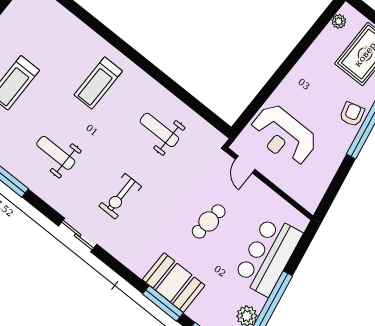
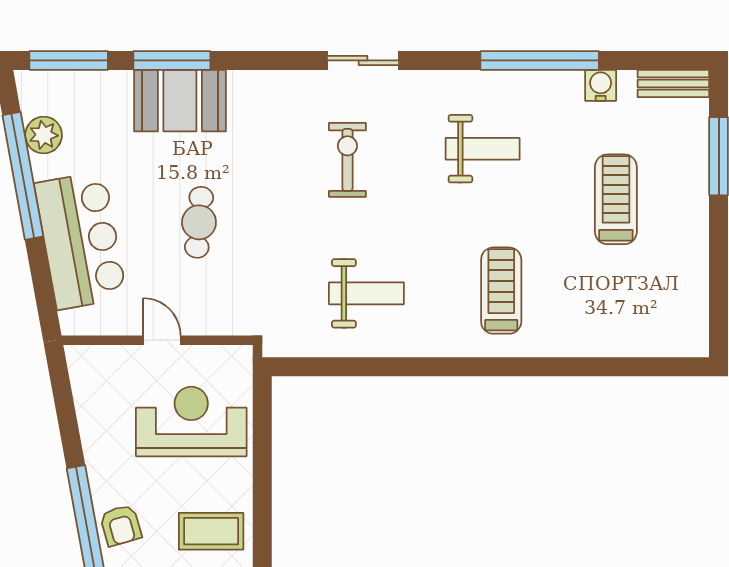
coffee table: (314, 79) -> (211, 531), added
door: (245, 164) -> (162, 340), moved

